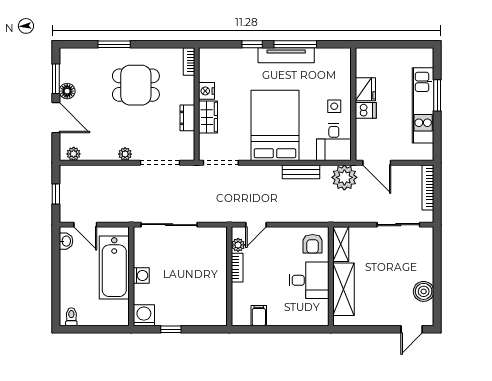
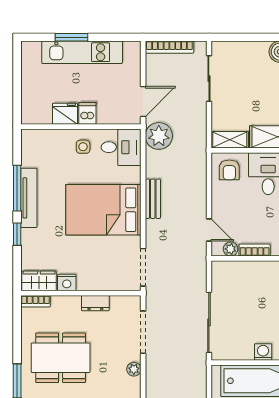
dining table: (136, 85) -> (61, 358), width x1.38
wardrobe: (208, 117) -> (39, 281), moved
bench: (301, 172) -> (153, 199), moved
armchair: (313, 244) -> (229, 170), turned 90

